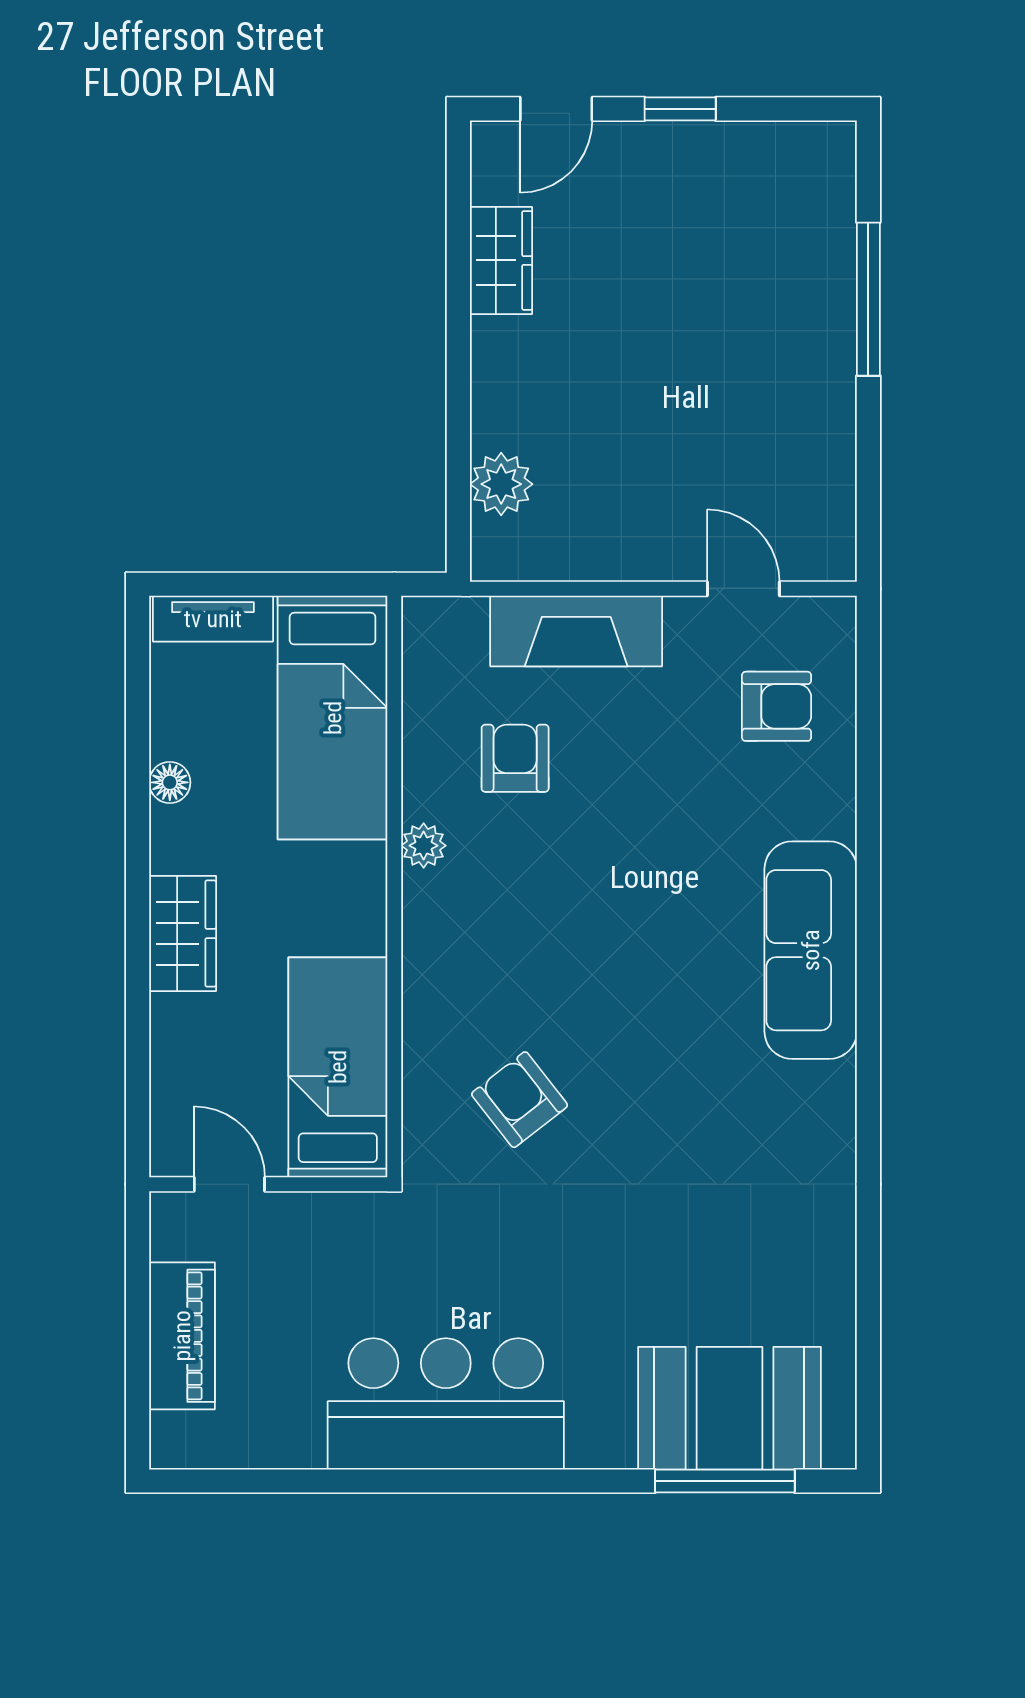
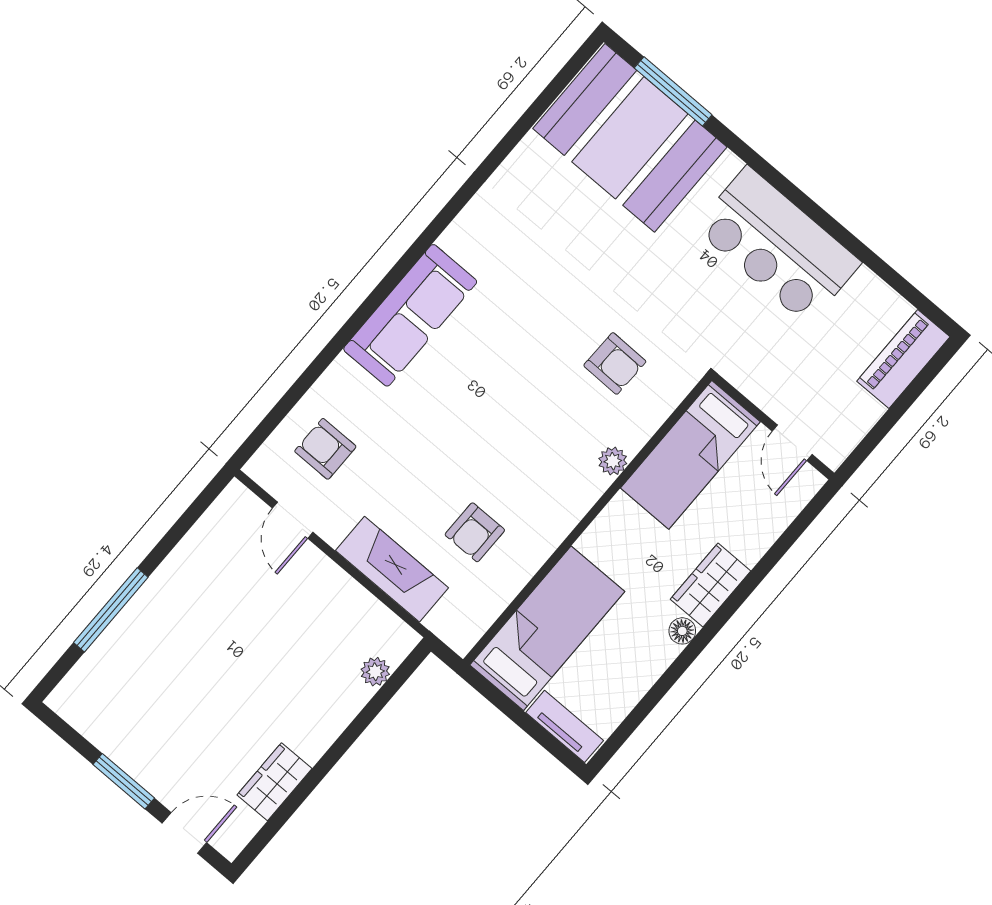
window: (680, 109) -> (124, 781), width x1.50
plant: (501, 484) -> (375, 672), width x0.73, depth x0.73
floor lamp: (170, 782) -> (682, 631), moved
plant: (424, 846) -> (613, 461), moved
armchair: (520, 1100) -> (615, 363), turned -51
piano: (182, 1336) -> (903, 359), moved
booth: (729, 1408) -> (630, 138), width x1.36, depth x1.42

